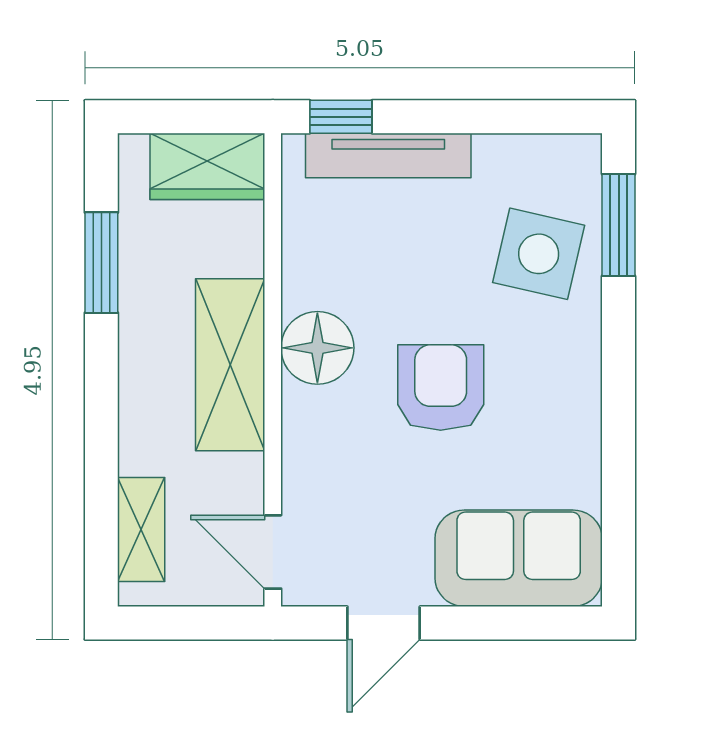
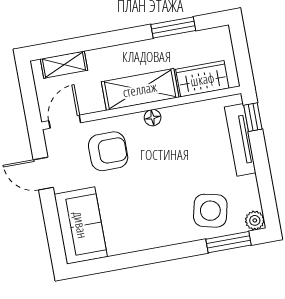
plant: (580, 156) -> (255, 220), added
wardrobe: (207, 166) -> (202, 79), moved, turned 90
floor lamp: (317, 348) -> (153, 118), width x0.53, depth x0.53
armchair: (441, 388) -> (108, 151), moved

